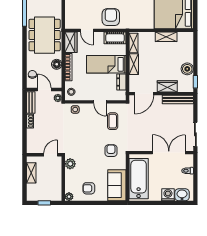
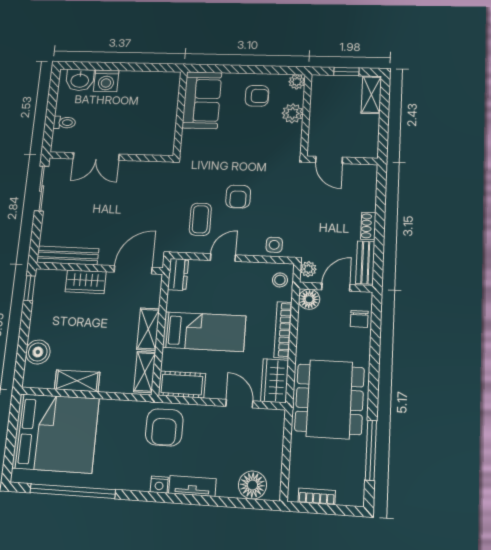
armchair: (111, 17) -> (164, 427), moved
floor lamp: (57, 64) -> (309, 299), moved
boiler: (187, 69) -> (38, 352), moved
dresser: (121, 82) -> (178, 274), moved
door: (44, 89) -> (336, 287), swing flipped
door: (100, 102) -> (223, 258), hinge flipped
armchair: (111, 151) -> (238, 197), moved
double door: (169, 153) -> (96, 156), width x0.73
door: (51, 155) -> (329, 160), hinge flipped
plant: (70, 164) -> (292, 113), moved
shelving: (31, 173) -> (371, 95), moved
bathtub: (139, 179) -> (159, 111), removed

